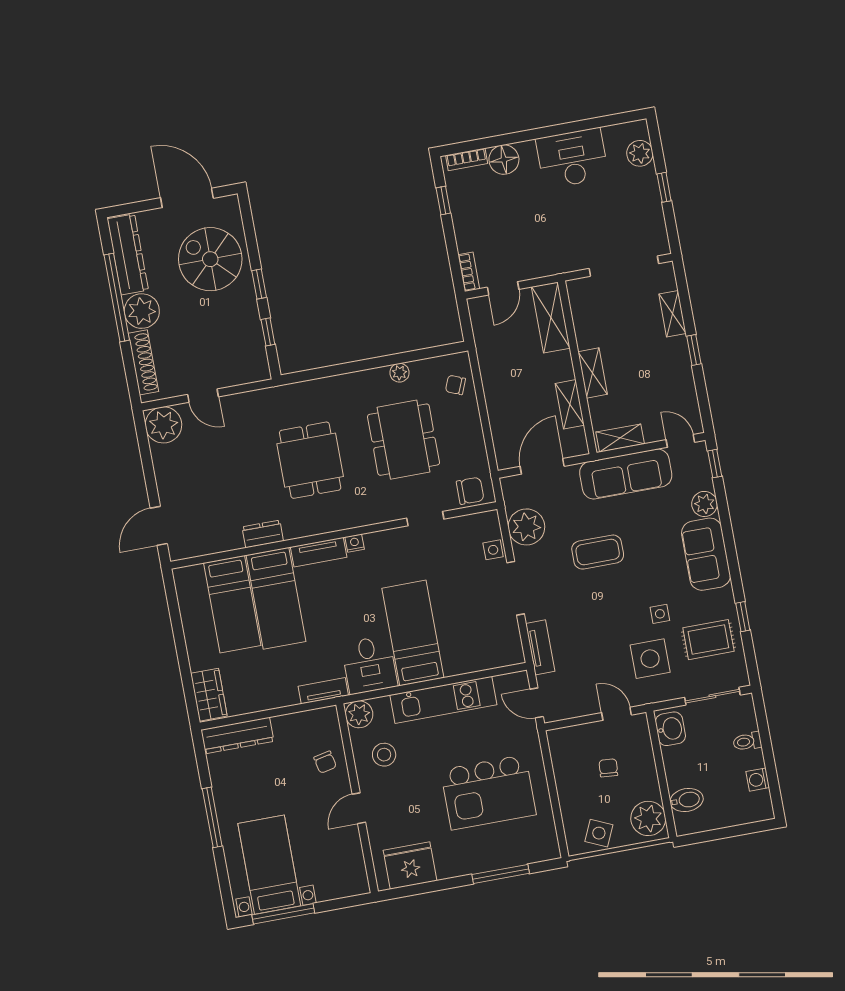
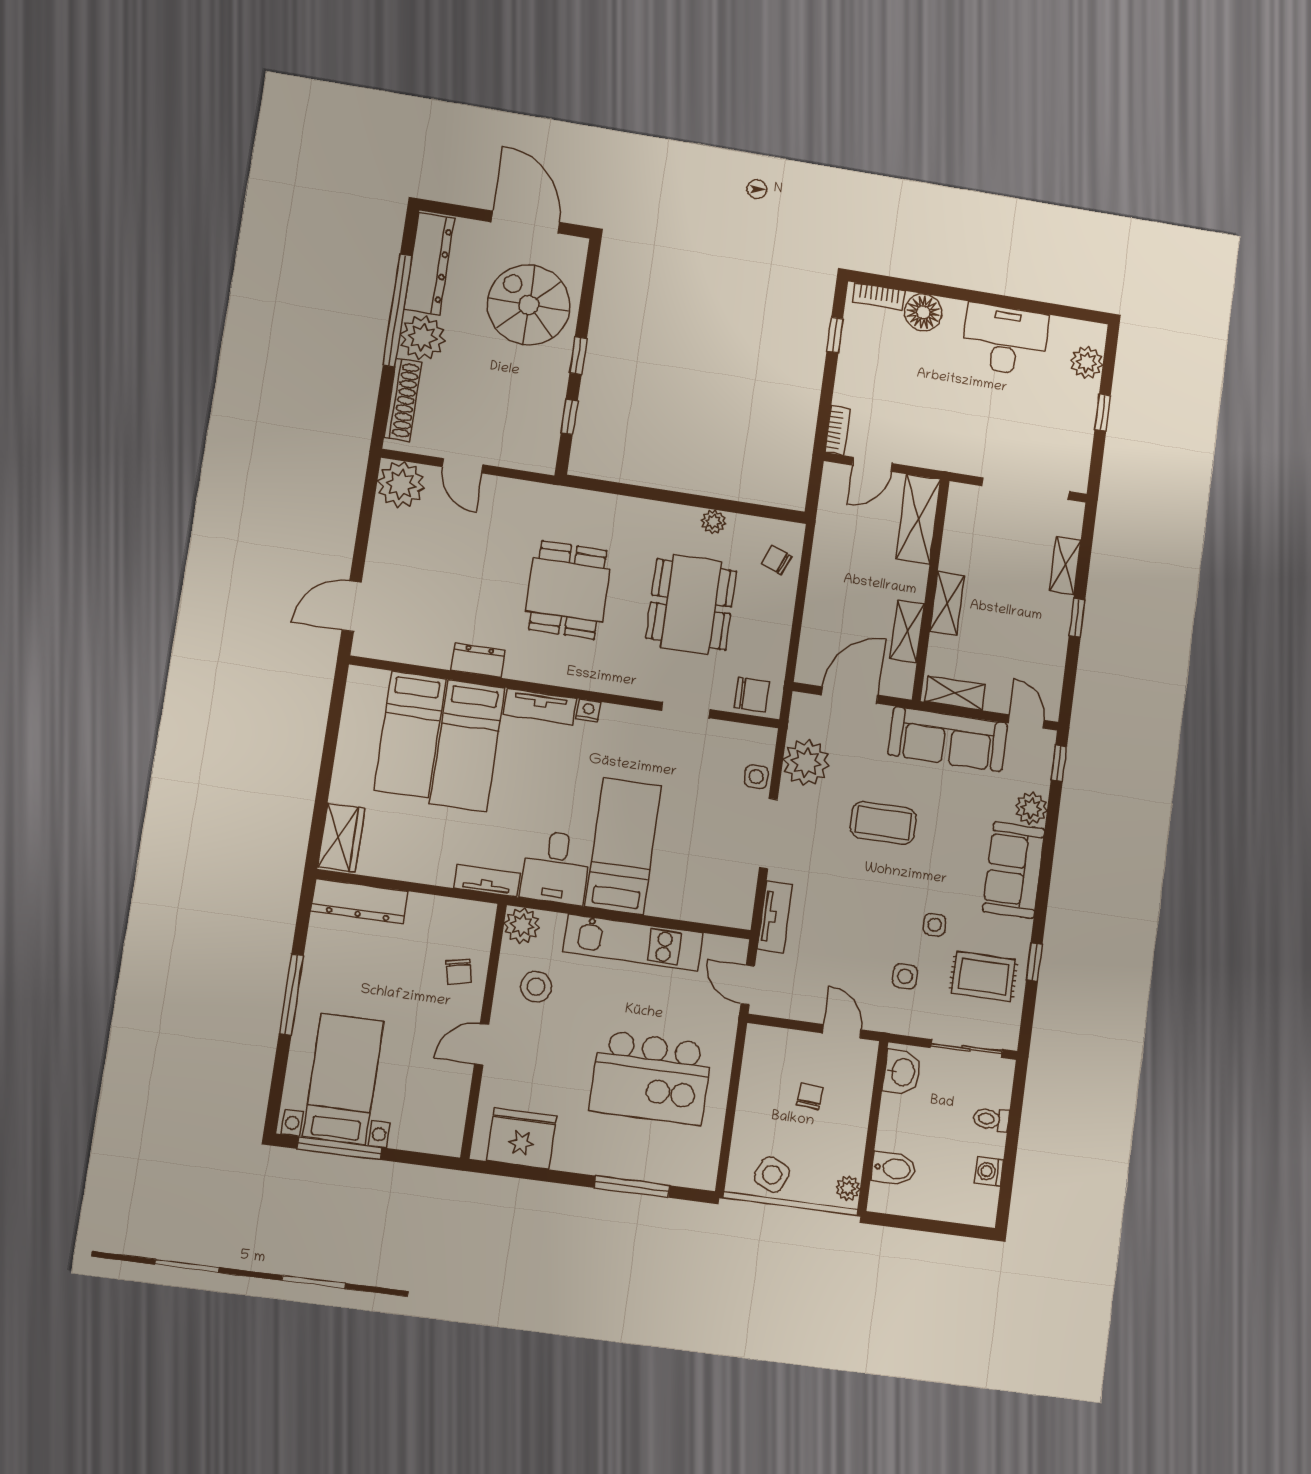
side table: (650, 659) -> (905, 976), width x0.54, depth x0.54
plant: (648, 818) -> (848, 1188), width x0.53, depth x0.53

